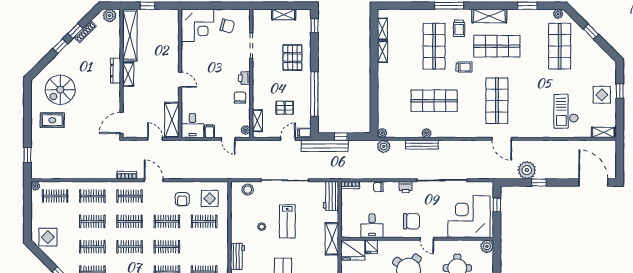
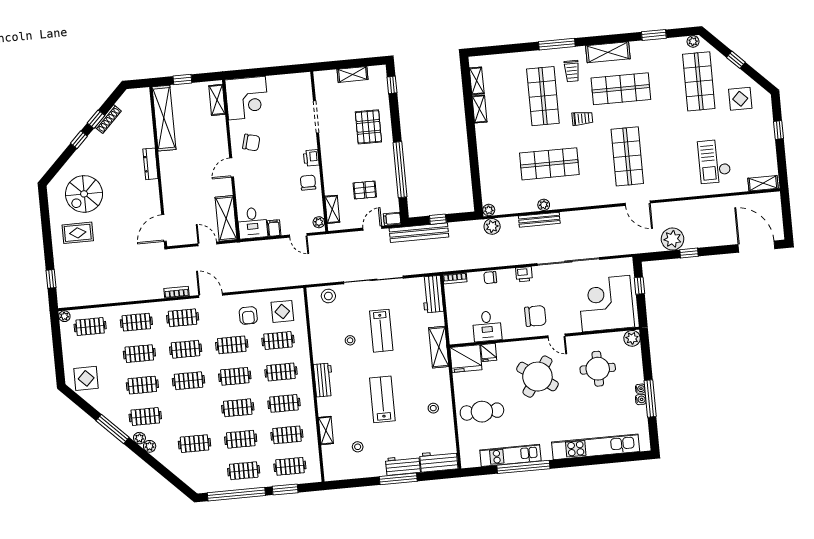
plant: (110, 16) -> (137, 96), removed
chair: (227, 26) -> (251, 143), moved
shelving: (128, 74) -> (217, 100), moved
door: (180, 80) -> (232, 167), swing flipped
display table: (602, 95) -> (740, 99), moved
clothes rail: (204, 247) -> (281, 372), added

